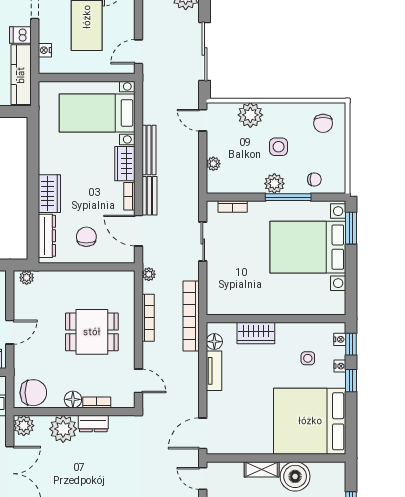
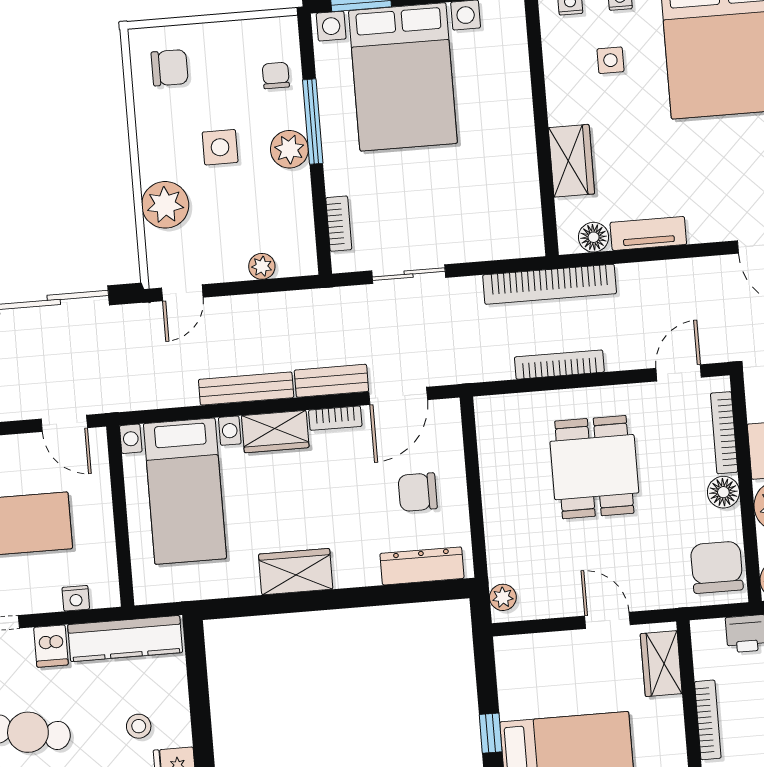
wardrobe: (49, 194) -> (296, 572), moved
plant: (149, 274) -> (478, 370), removed
bookcase: (97, 402) -> (724, 433), width x1.56

